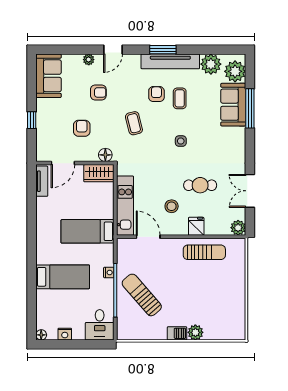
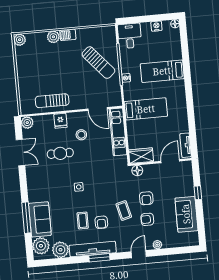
sofa: (49, 76) -> (186, 214), moved
coffee table: (134, 123) -> (124, 211), moved
armchair: (82, 128) -> (146, 198), moved
plant: (238, 333) -> (20, 40), added

